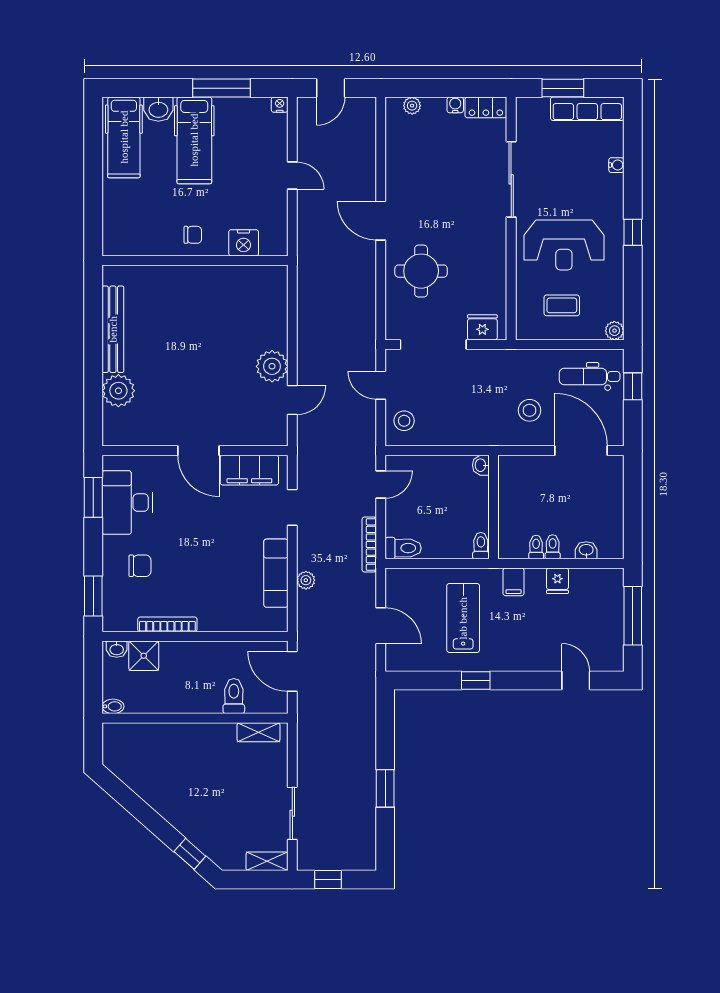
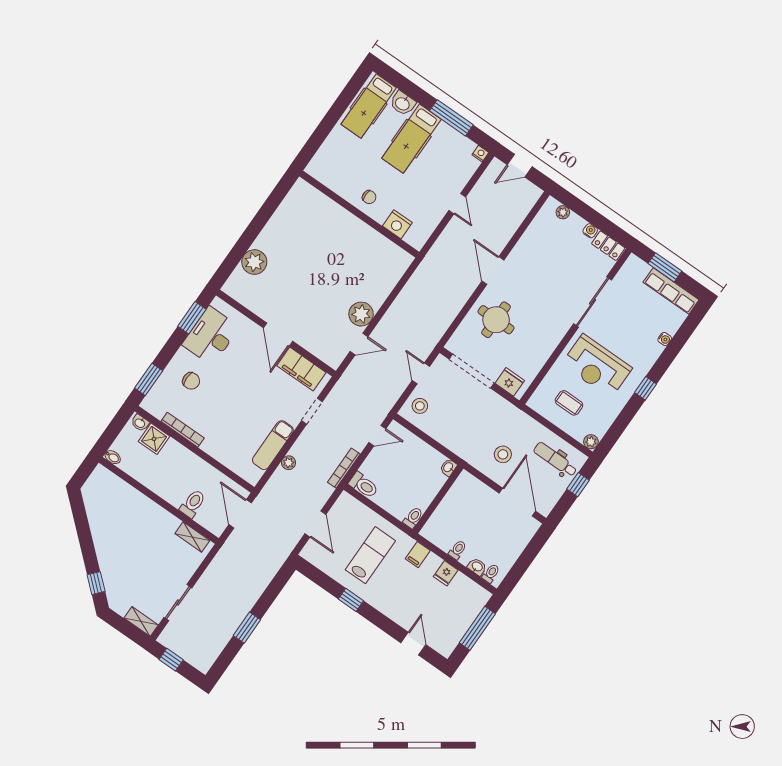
bench: (113, 329) -> (278, 221), removed
toilet: (536, 547) -> (491, 573), moved

